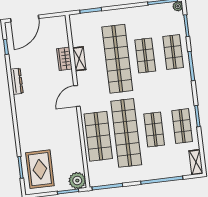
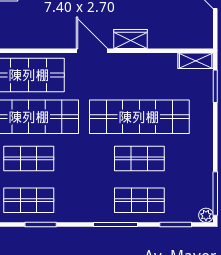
wardrobe: (64, 59) -> (130, 39), moved
shelving: (79, 59) -> (196, 61), moved

